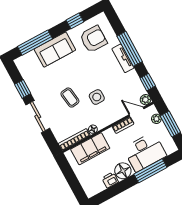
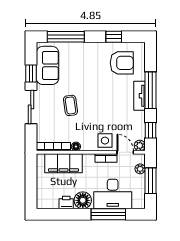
sofa: (55, 50) -> (47, 65), moved, turned -90
side table: (97, 97) -> (105, 141), moved

